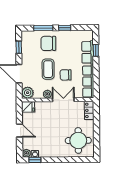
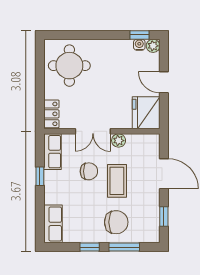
window: (96, 50) -> (40, 176), moved
row of seats: (88, 52) -> (53, 224), moved
row of seats: (88, 82) -> (53, 152), width x0.68
plant: (28, 93) -> (150, 143), removed
fridge: (28, 107) -> (146, 113), width x1.88, depth x1.34

